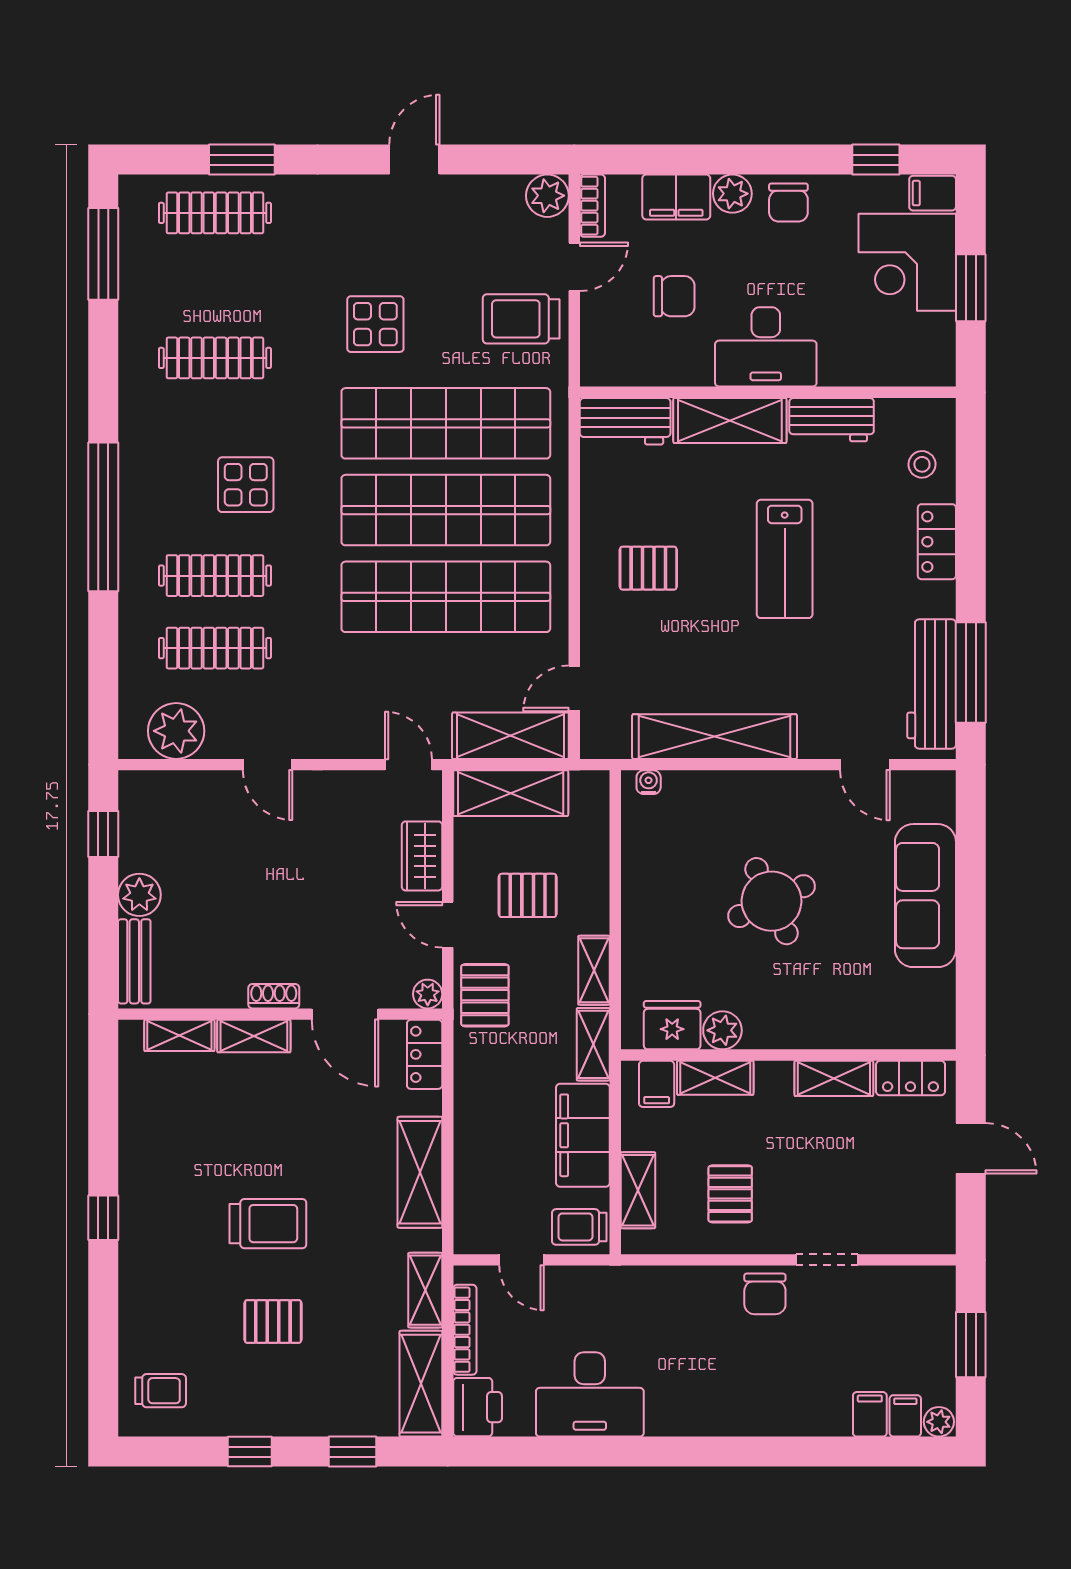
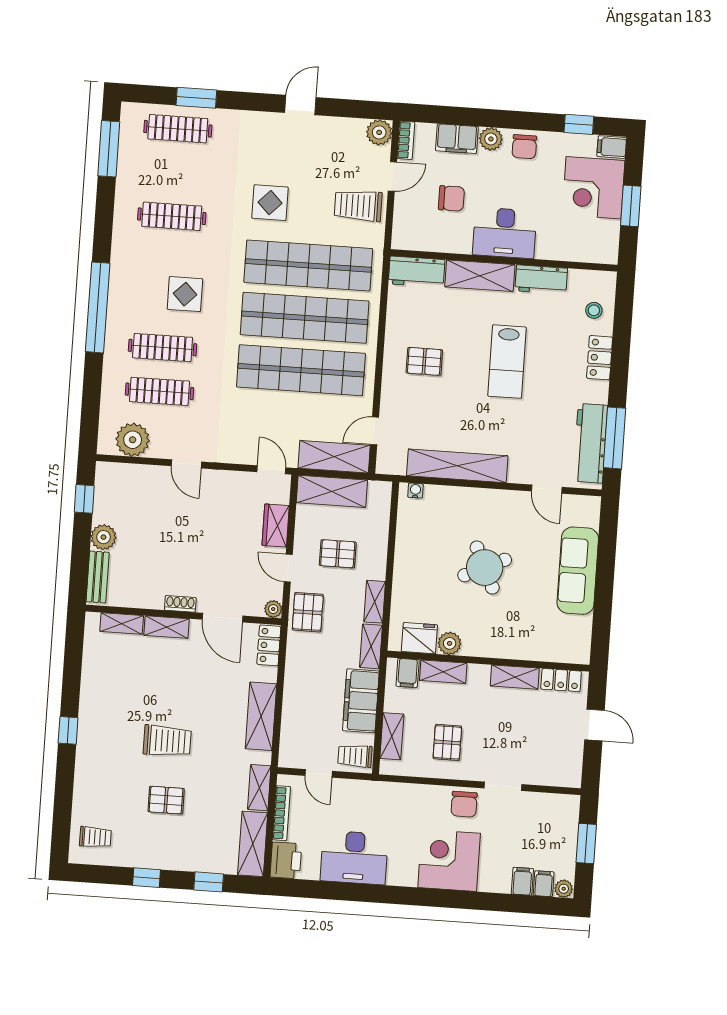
corner desk: (747, 1388) -> (449, 860), added

